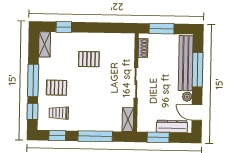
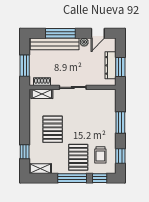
pallet: (89, 59) -> (53, 129), width x1.50, depth x1.42
pallet: (57, 88) -> (78, 157), width x1.50, depth x1.42
shelving: (128, 120) -> (42, 94), moved
dresser: (172, 126) -> (111, 65), moved
window: (95, 136) -> (120, 123), width x0.69

